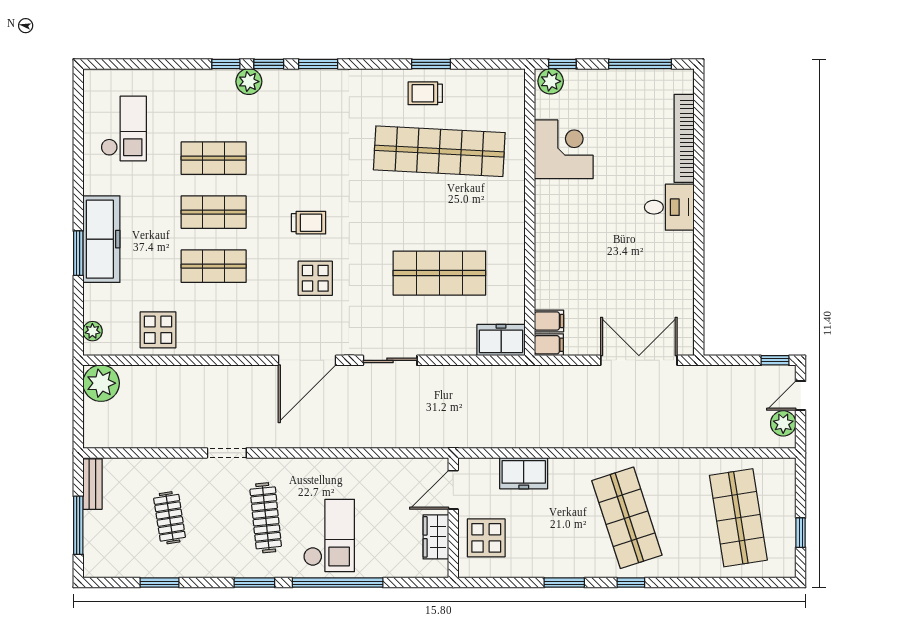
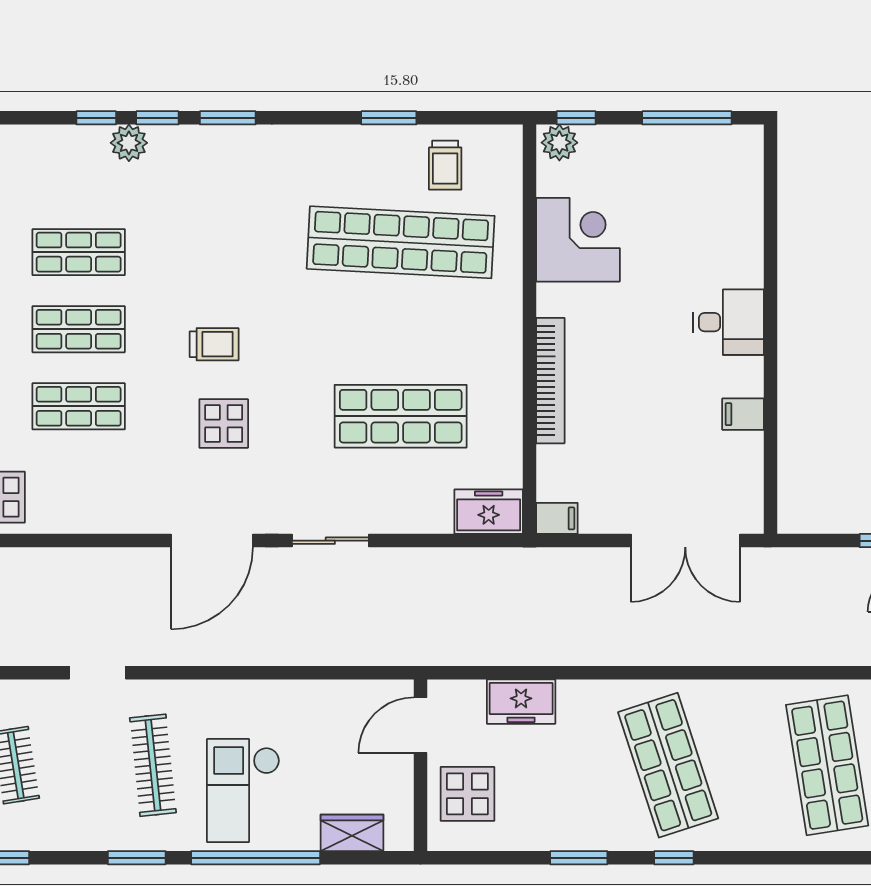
trolley: (425, 93) -> (445, 165), moved, turned -90
bookcase: (684, 138) -> (550, 381), moved, turned 180
filing cabinet: (549, 321) -> (743, 414), moved, turned 180
double door: (639, 360) -> (685, 541), swing flipped
checkout: (329, 536) -> (243, 791), turned 180
wardrobe: (436, 537) -> (352, 833), moved, turned 90

